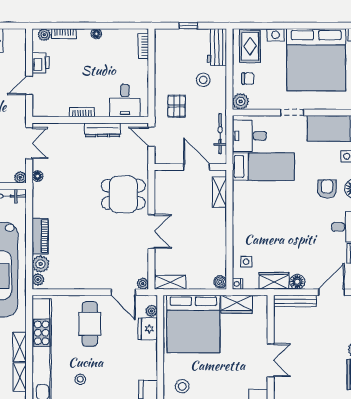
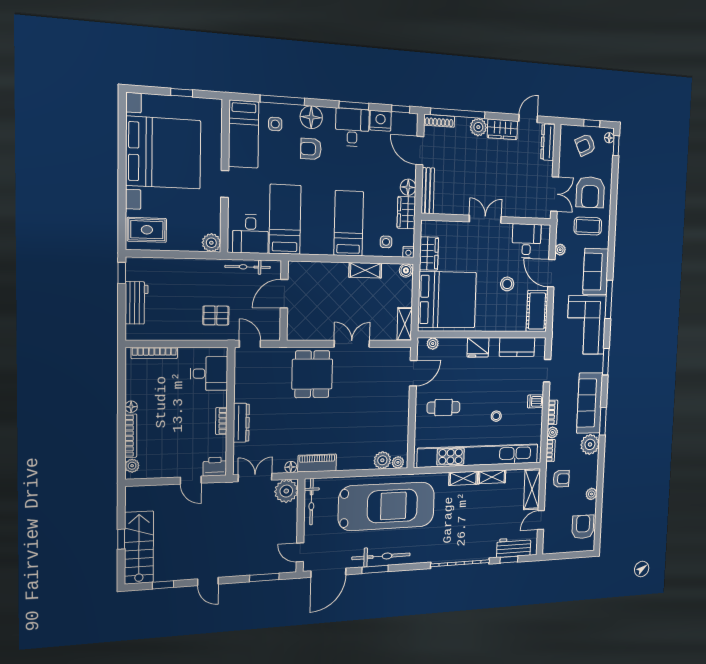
window: (188, 26) -> (122, 273), moved
bookcase: (64, 34) -> (131, 436), width x1.56
bookcase: (143, 46) -> (154, 353), width x1.56
workbench: (217, 47) -> (137, 303), moved, turned -90
printer: (41, 63) -> (215, 467), moved
chair: (248, 79) -> (185, 233), removed
stool: (203, 80) -> (186, 285), removed
dresser: (103, 130) -> (241, 423), moved
door: (151, 137) -> (250, 344), swing flipped
plant: (20, 177) -> (286, 491), width x1.88, depth x1.88
shelving: (220, 192) -> (365, 270), moved
bed: (262, 226) -> (349, 223), added
piano: (40, 236) -> (317, 463), moved
plant: (143, 284) -> (405, 353), removed
cafe table: (90, 324) -> (443, 407), width x0.73, depth x0.74
fridge: (148, 329) -> (478, 347), moved
stool: (182, 386) -> (507, 284), moved

